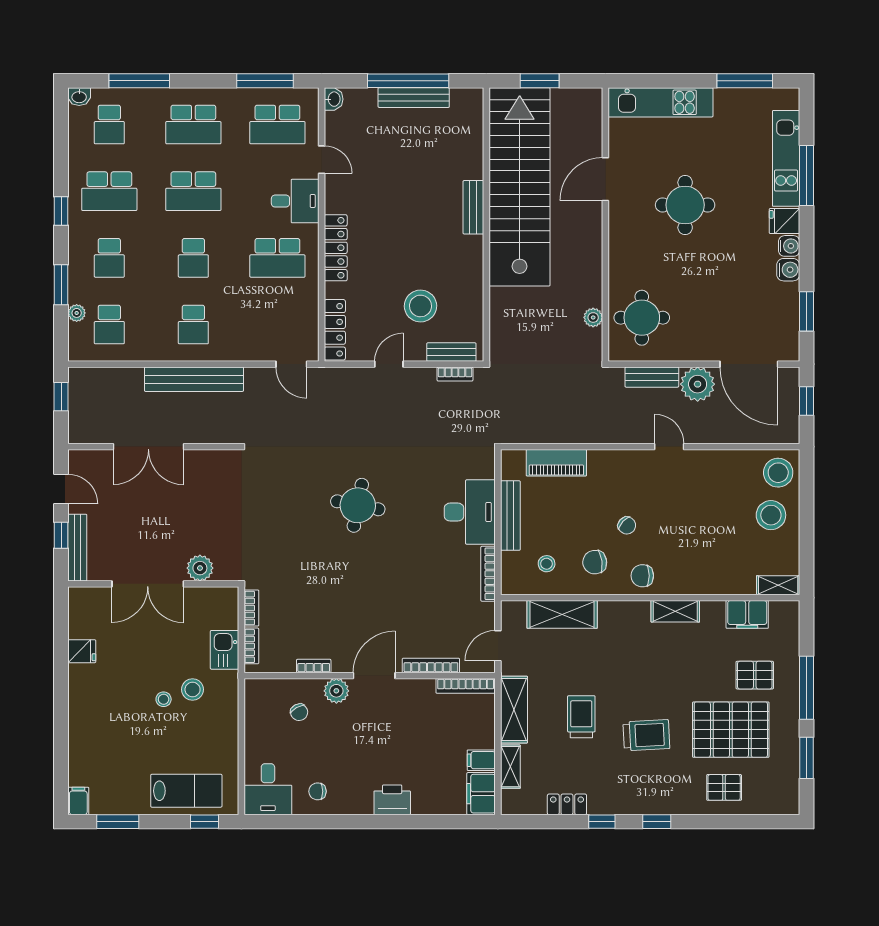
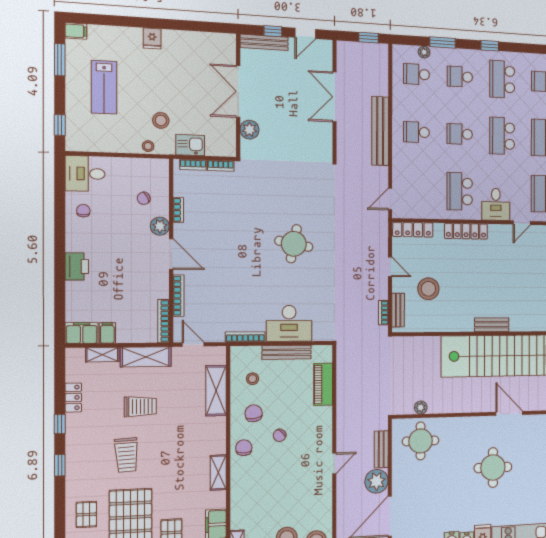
fridge: (82, 651) -> (152, 38), moved
stool: (164, 699) -> (148, 146), moved
lab bench: (186, 791) -> (104, 87), moved

